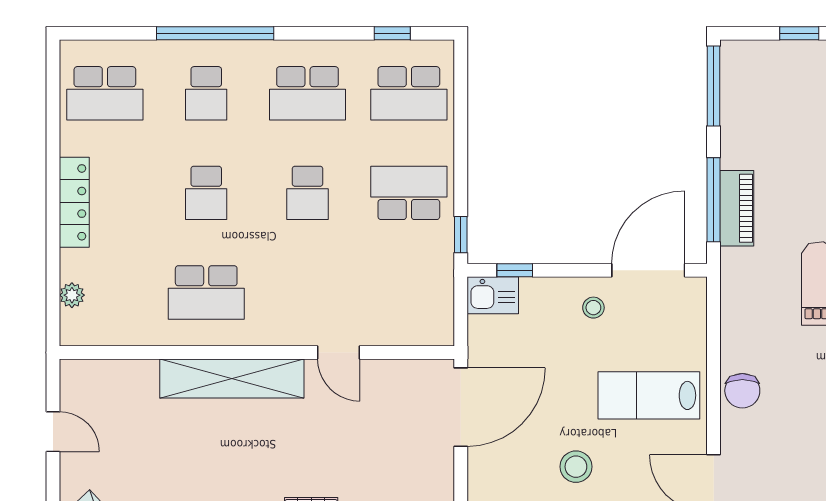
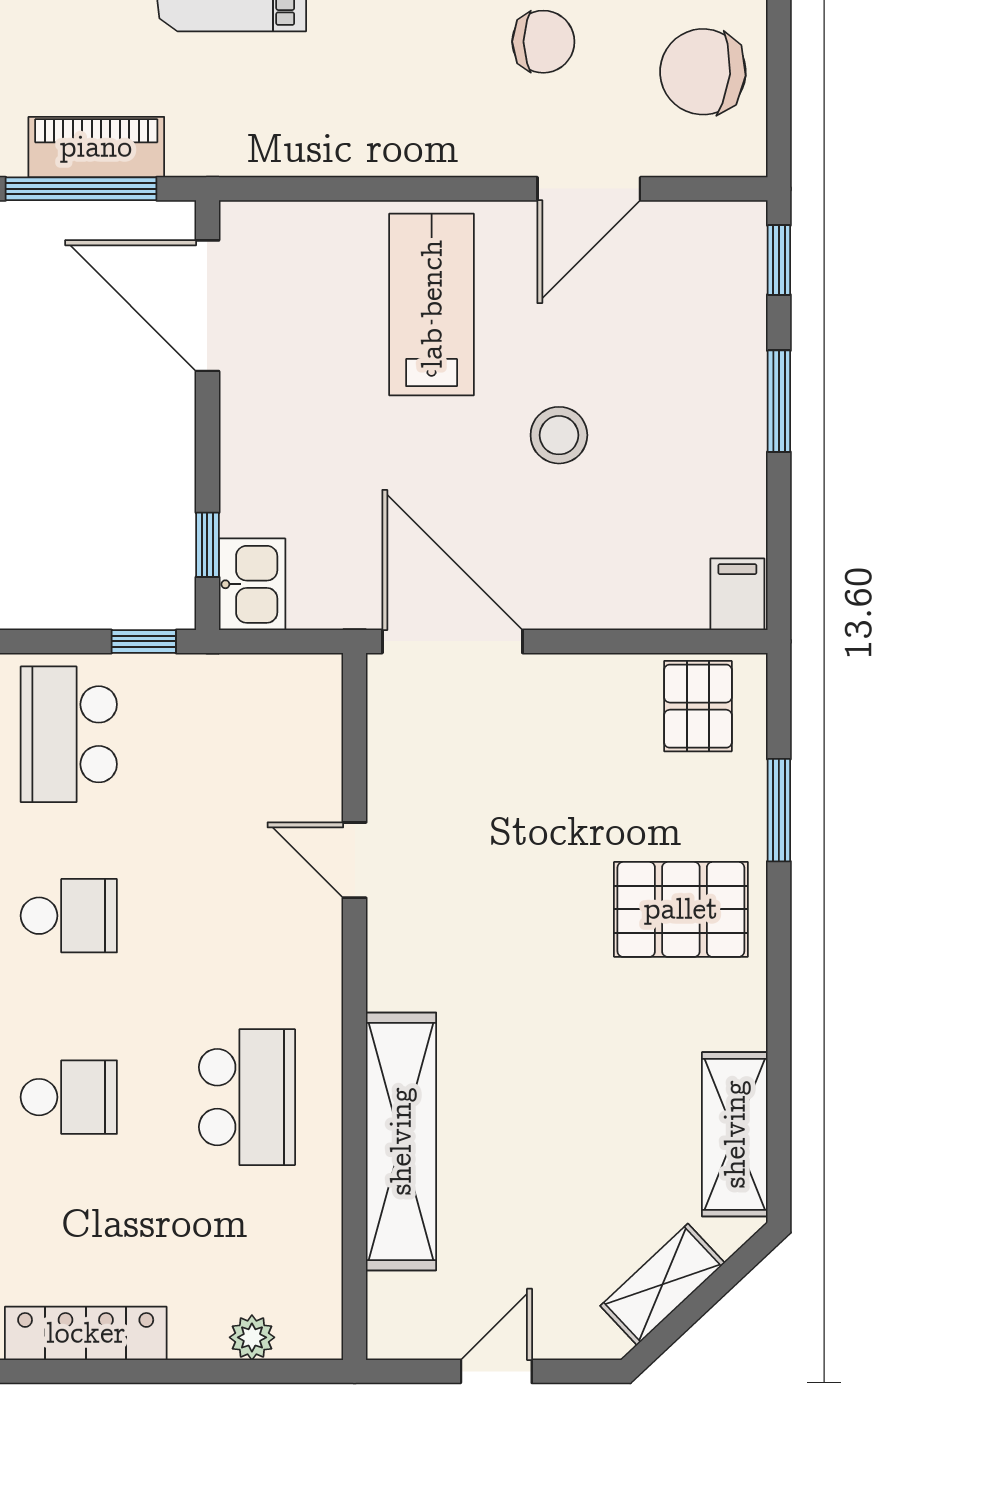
stool: (593, 308) -> (274, 404), removed
door: (339, 352) -> (355, 860), swing flipped
shelving: (232, 378) -> (401, 1141), moved
chair: (742, 391) -> (543, 42), moved
lab bench: (649, 395) -> (432, 304), turned 180

